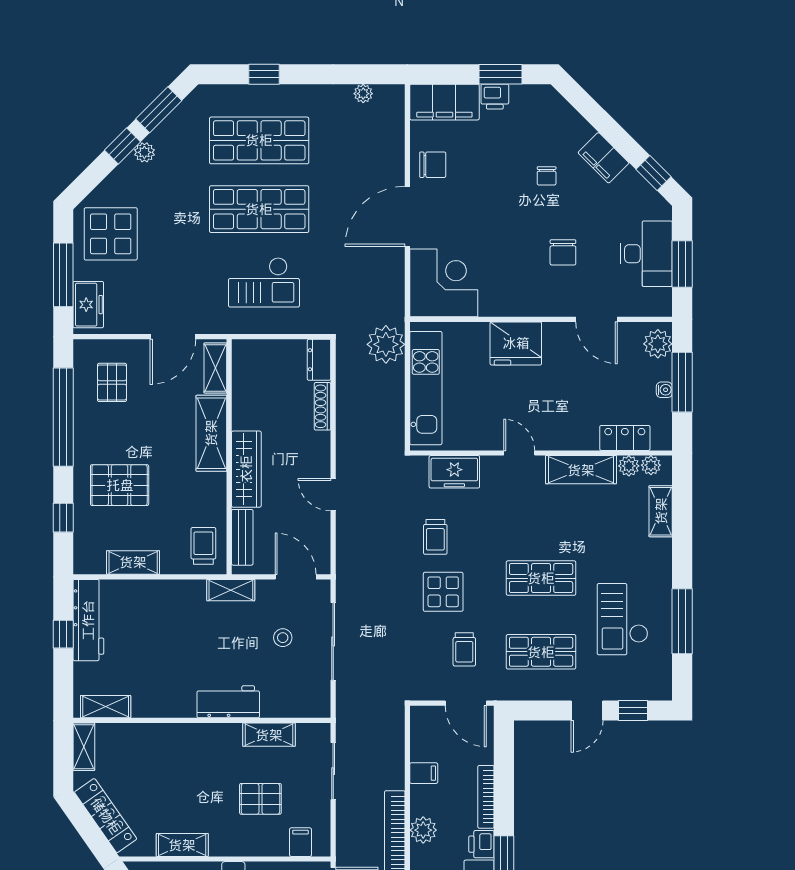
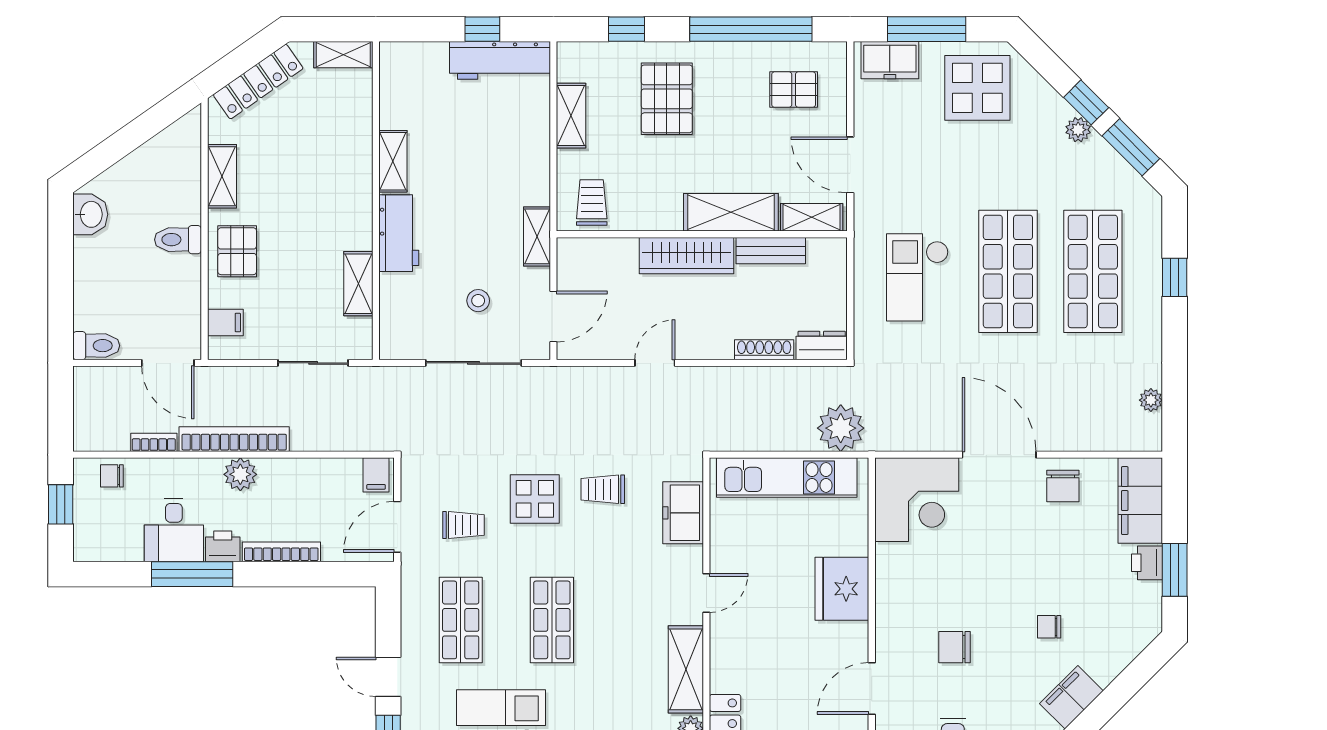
bench: (242, 537) -> (771, 251), moved
trolley: (203, 546) -> (592, 203), turned -90
trolley: (464, 649) -> (464, 525), turned 180
shelving: (106, 707) -> (393, 161), moved
filing cabinet: (424, 773) -> (376, 475), moved
pallet: (260, 799) -> (237, 251), moved

